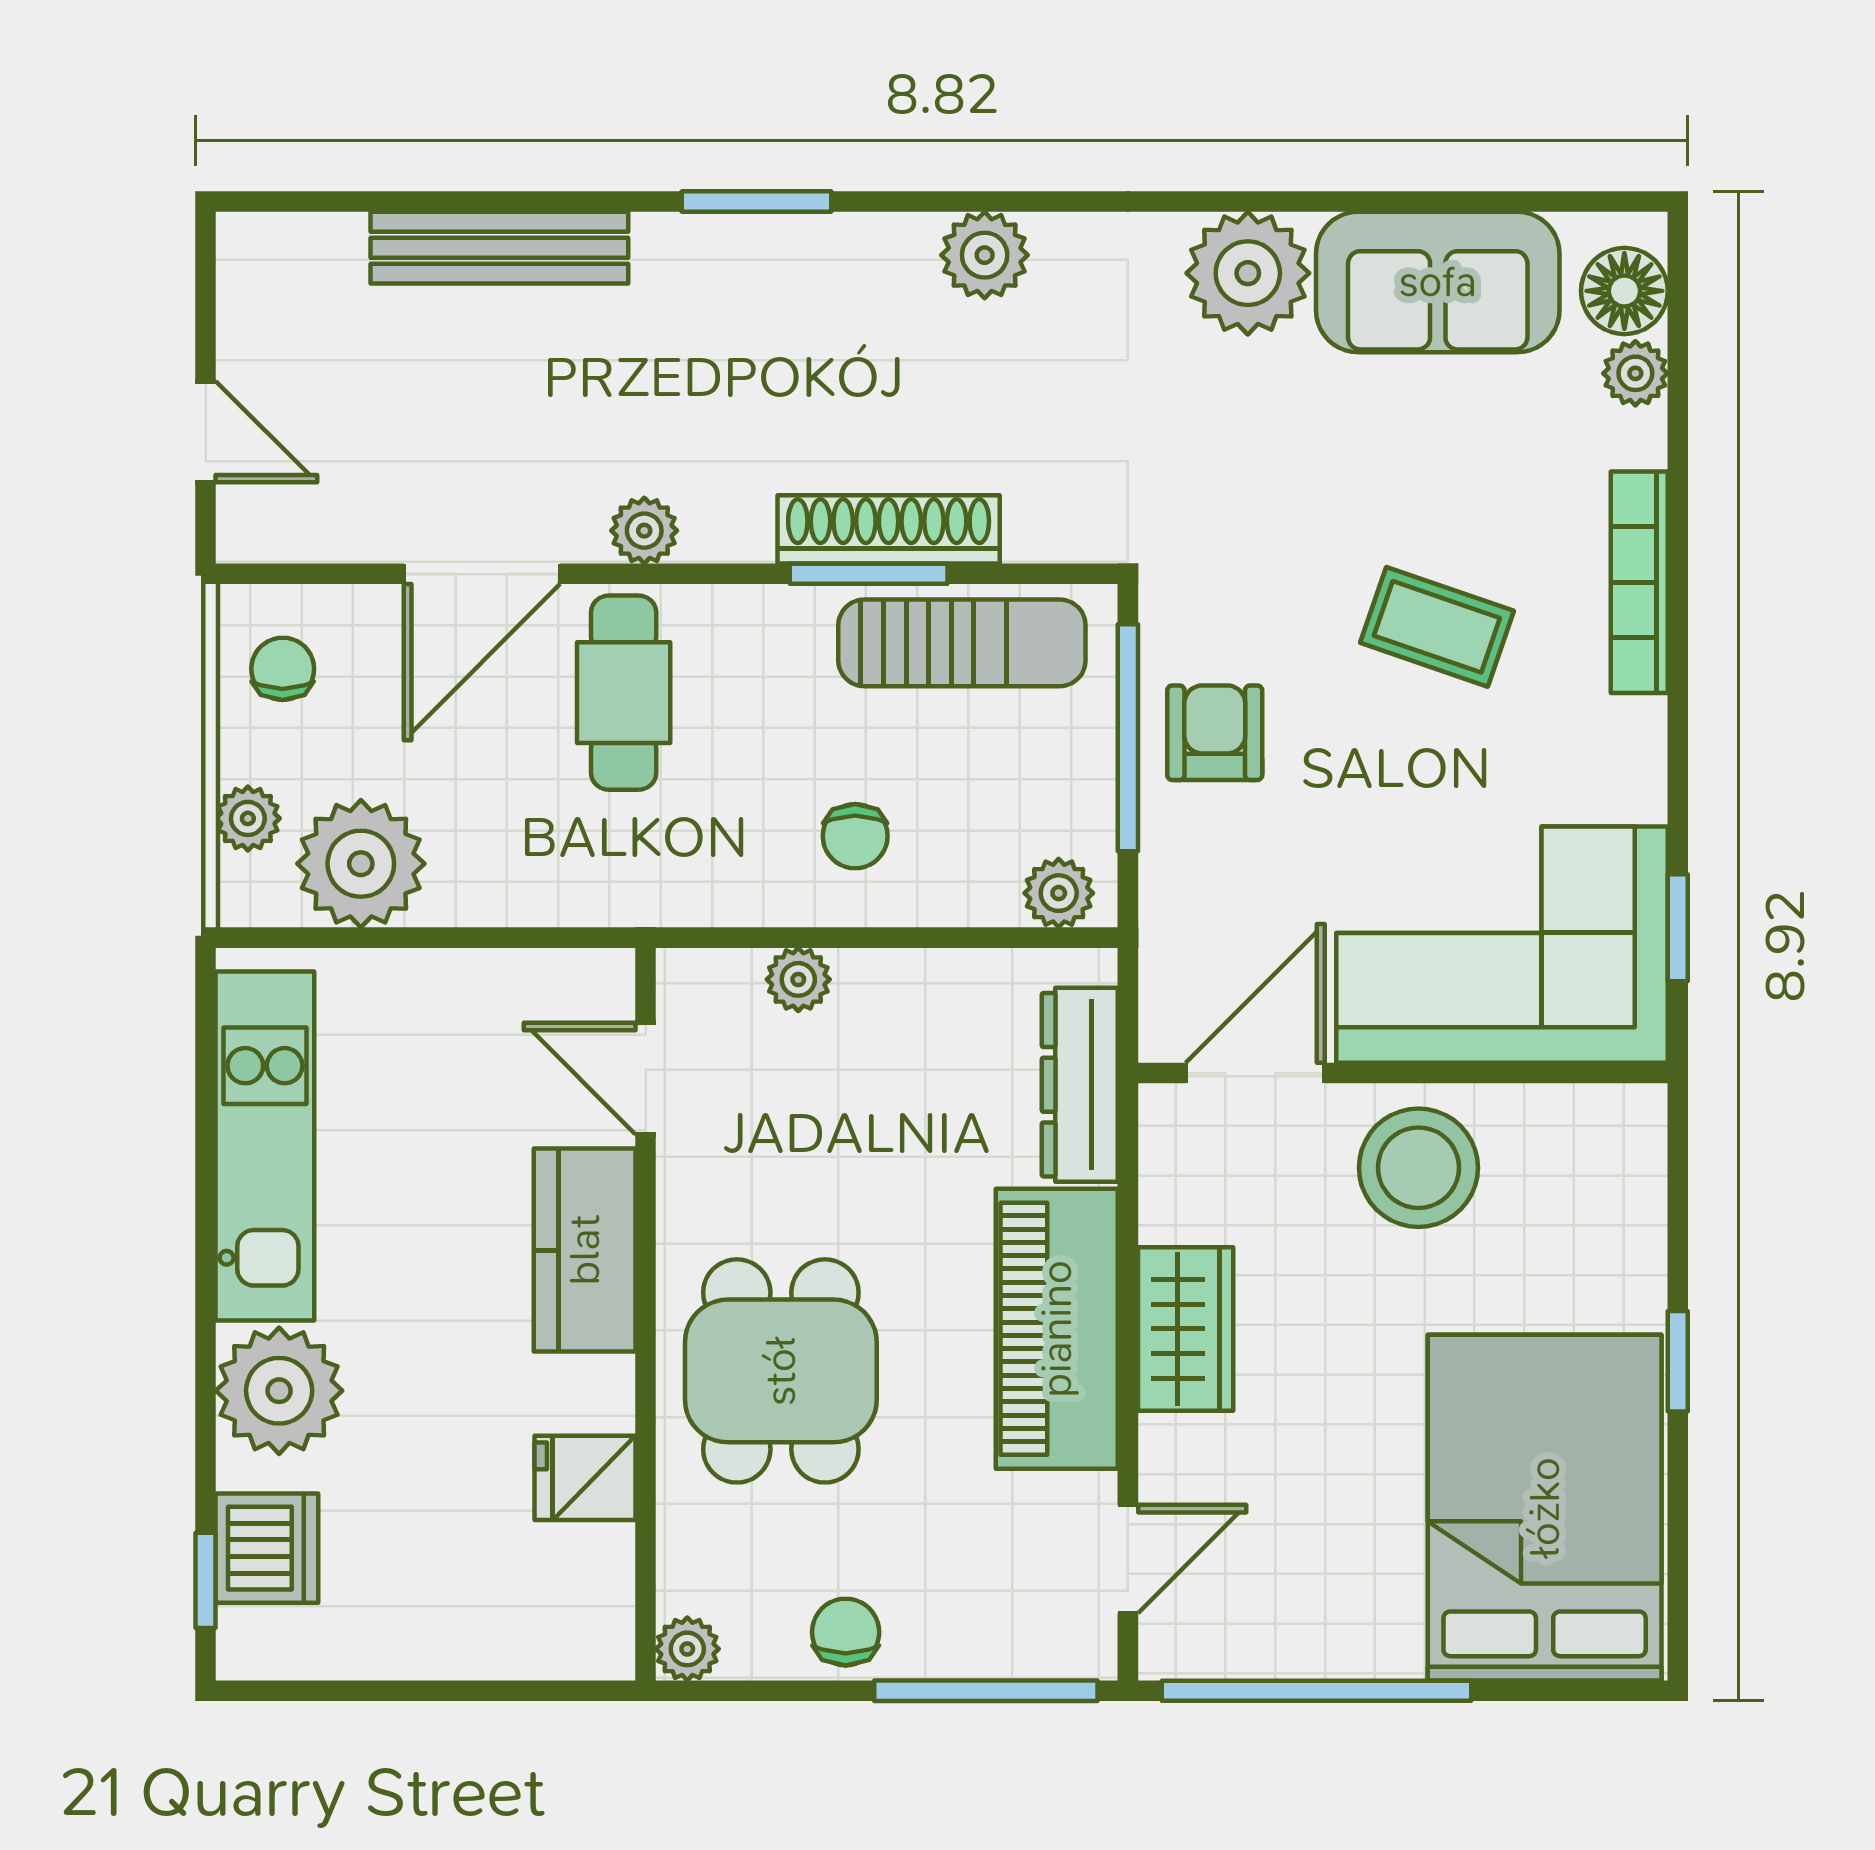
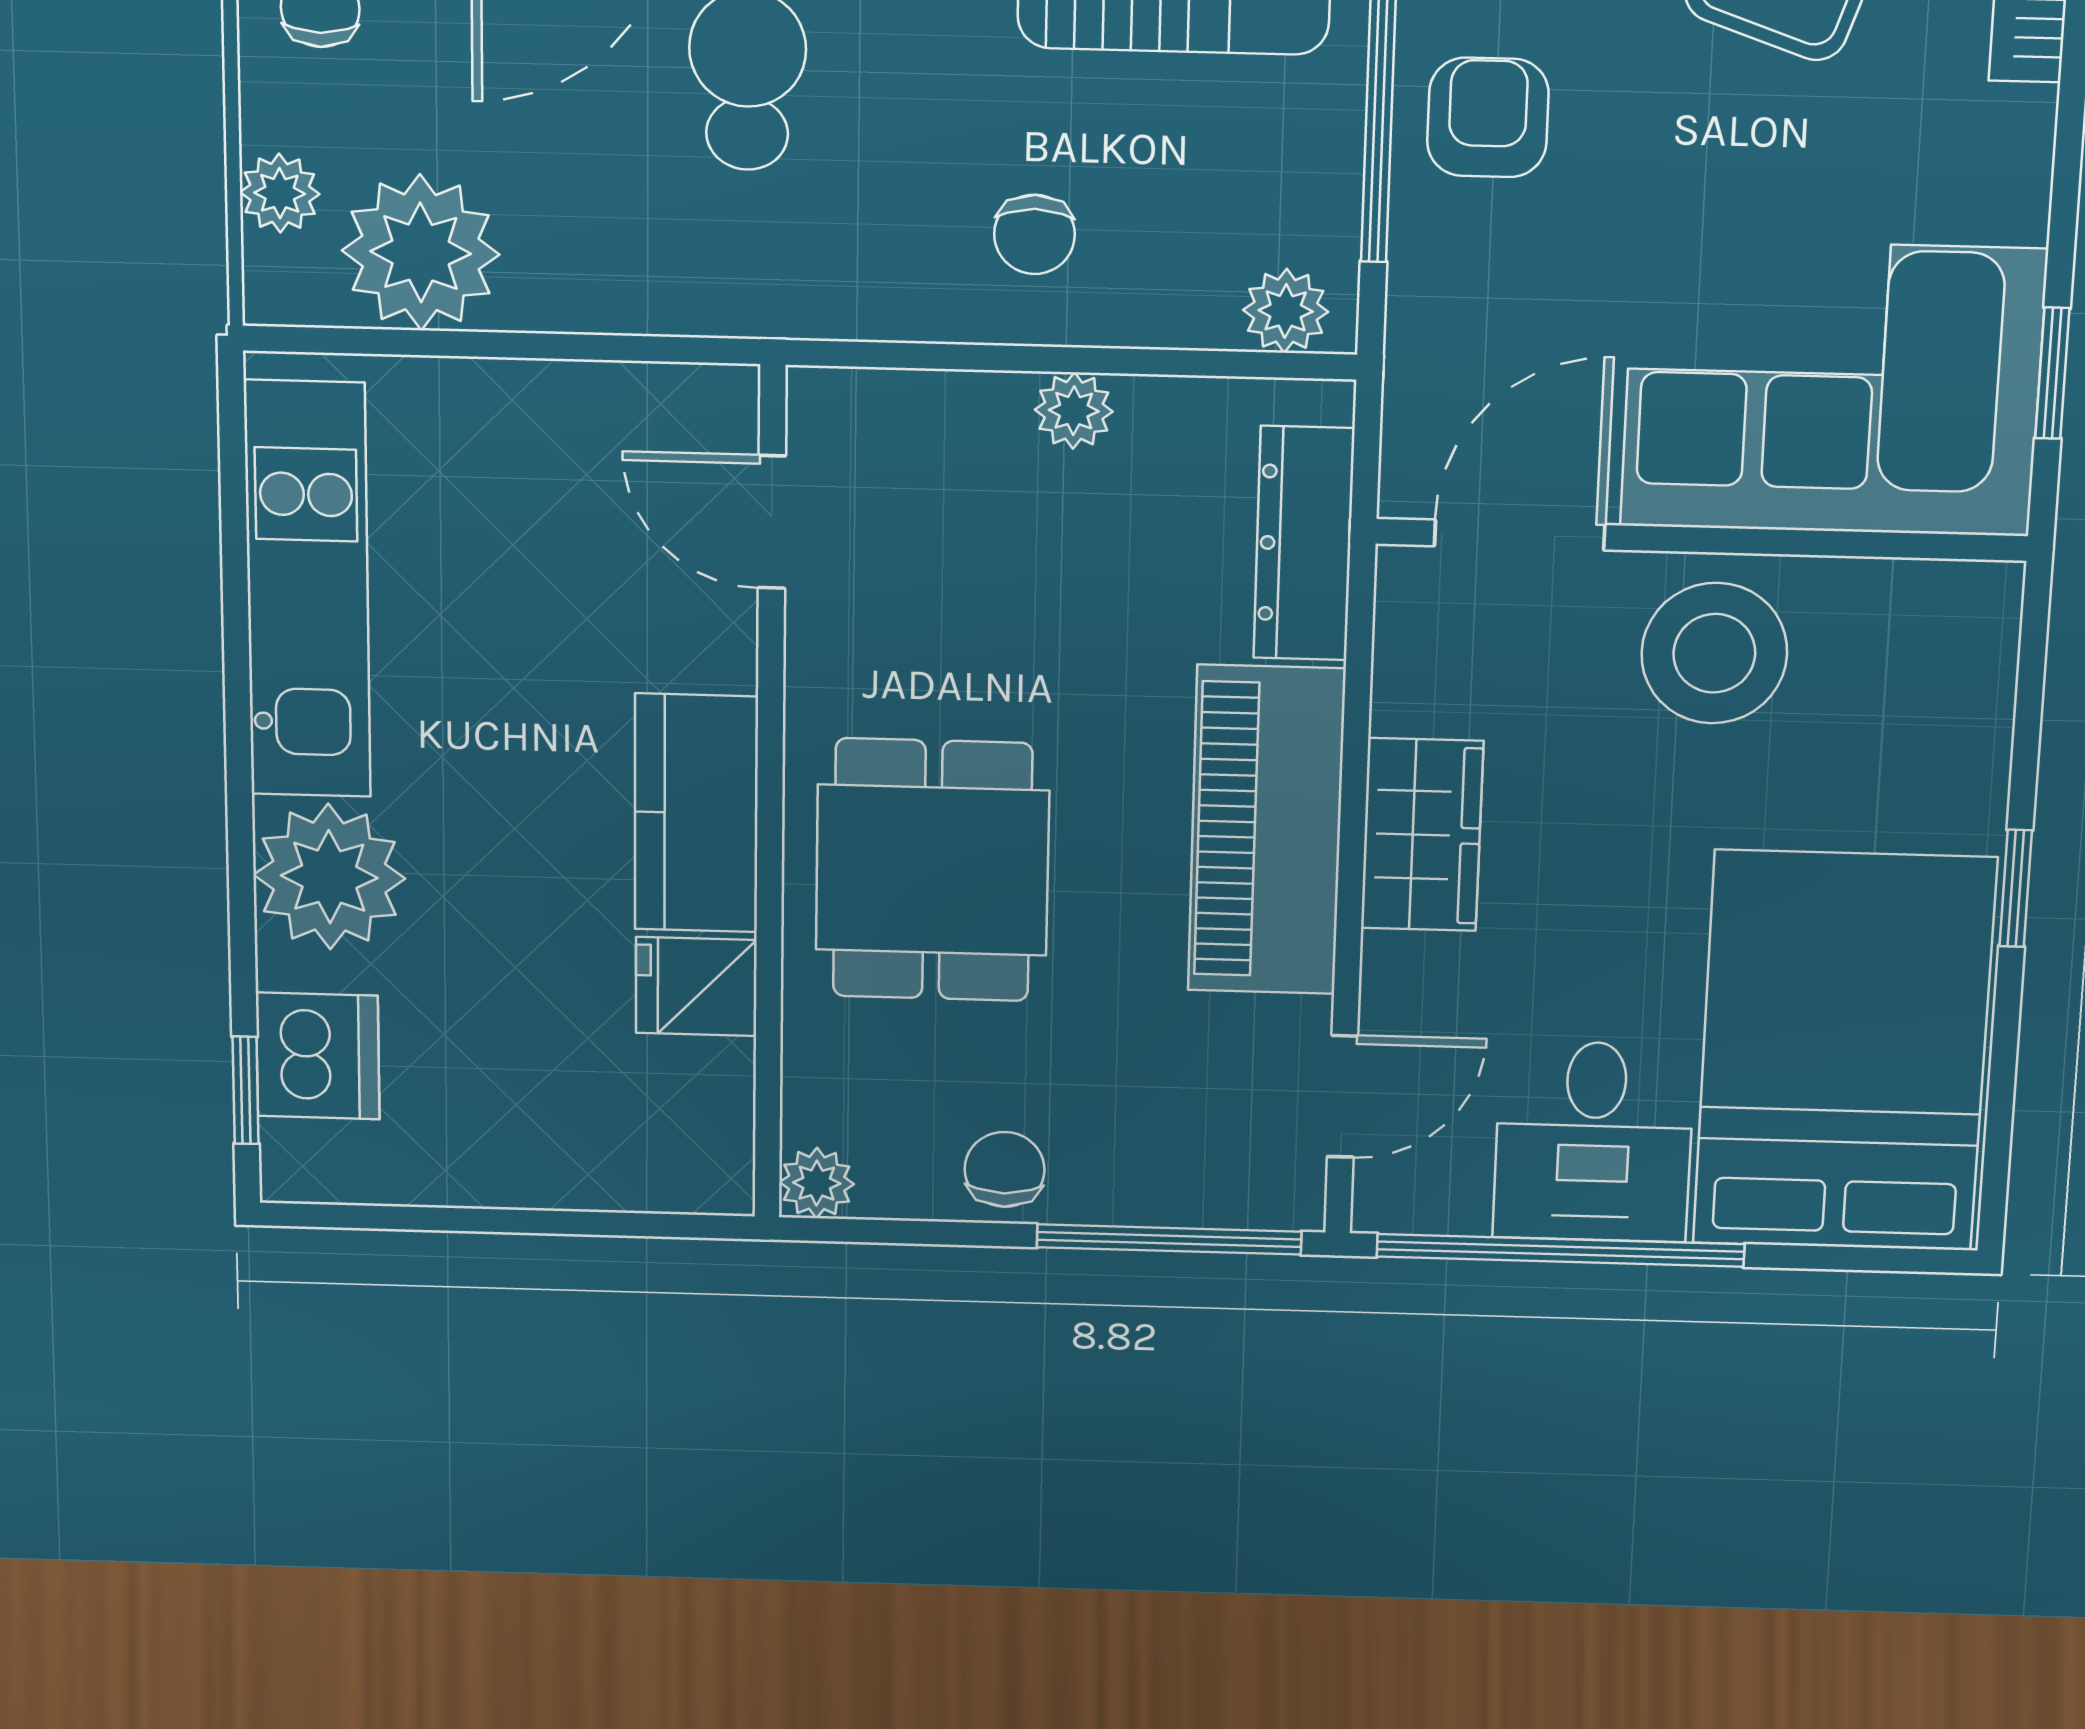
plant: (798, 979) -> (1074, 411), moved
kitchen counter: (585, 1250) -> (696, 813), moved
desk: (1340, 1593) -> (1594, 1142), added

